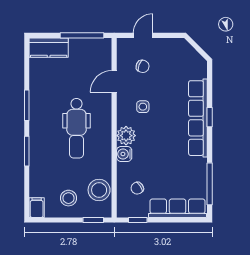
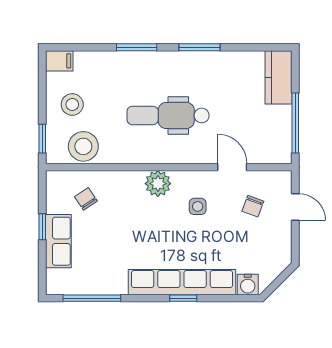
water cooler: (124, 154) -> (248, 284), moved, turned 180
row of seats: (178, 208) -> (58, 241), width x0.68
window: (138, 220) -> (42, 227), moved

